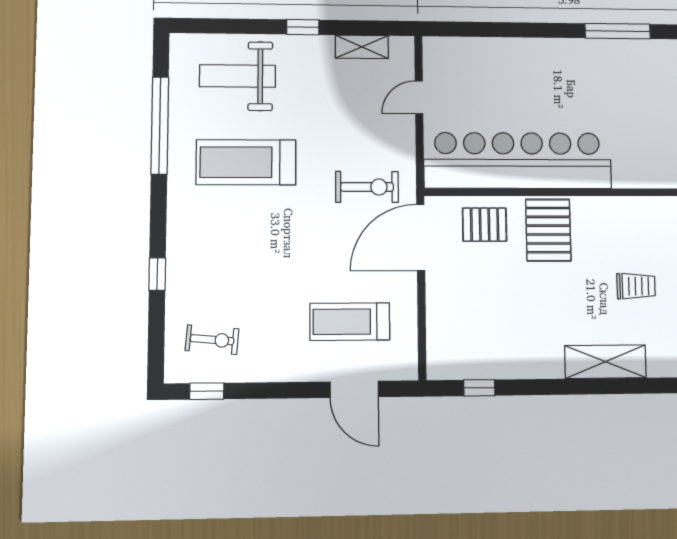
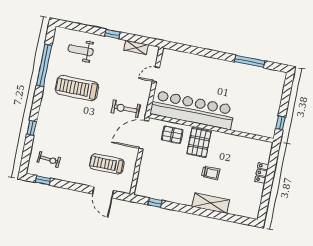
weight bench: (238, 76) -> (81, 50), width x0.73, depth x0.75
exercise bike: (367, 187) -> (126, 109), turned 180
trolley: (636, 286) -> (211, 173), moved

